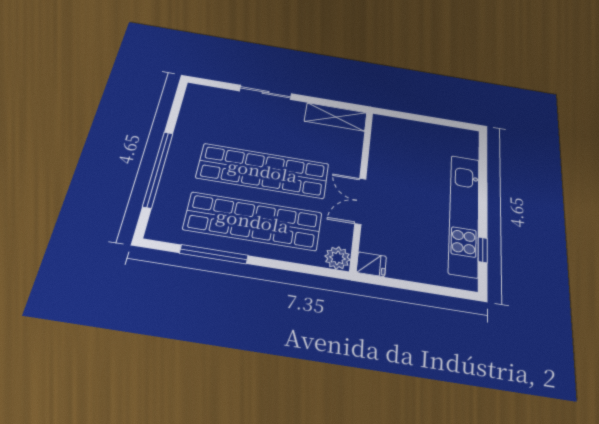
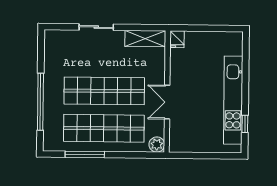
fridge: (371, 264) -> (177, 39), moved, turned 90

